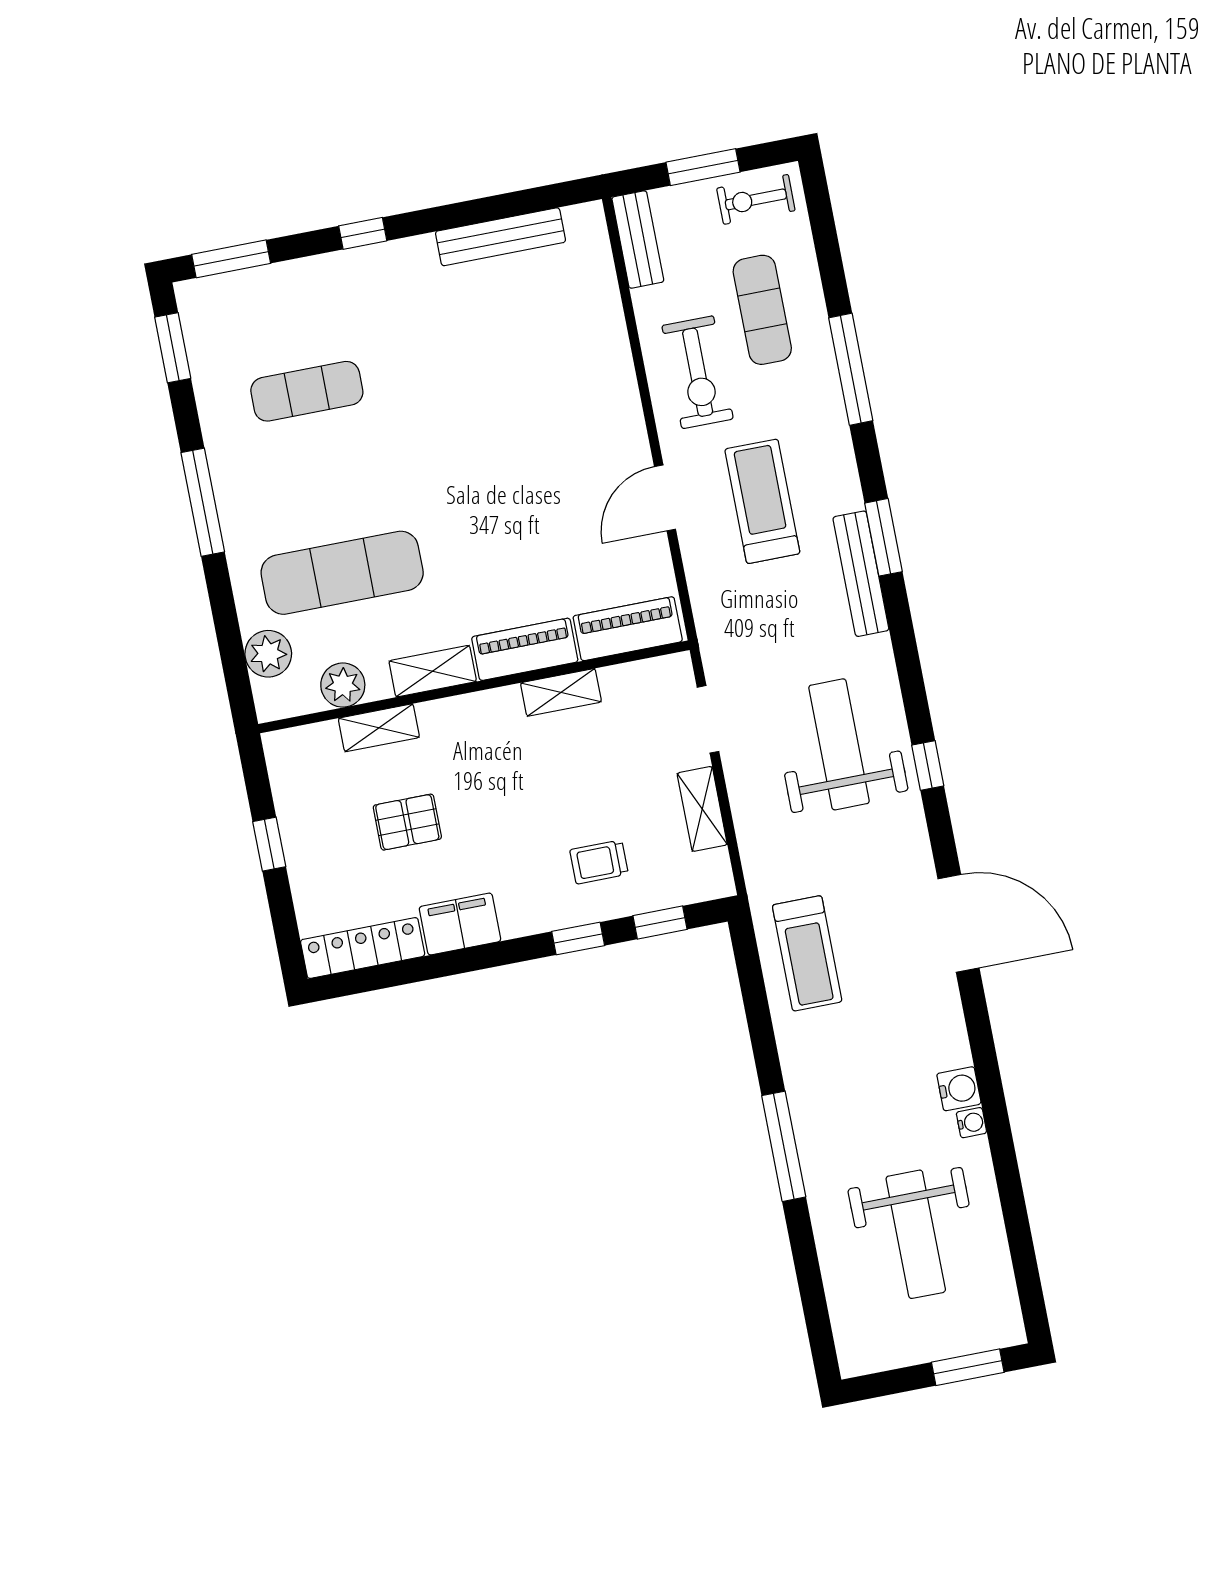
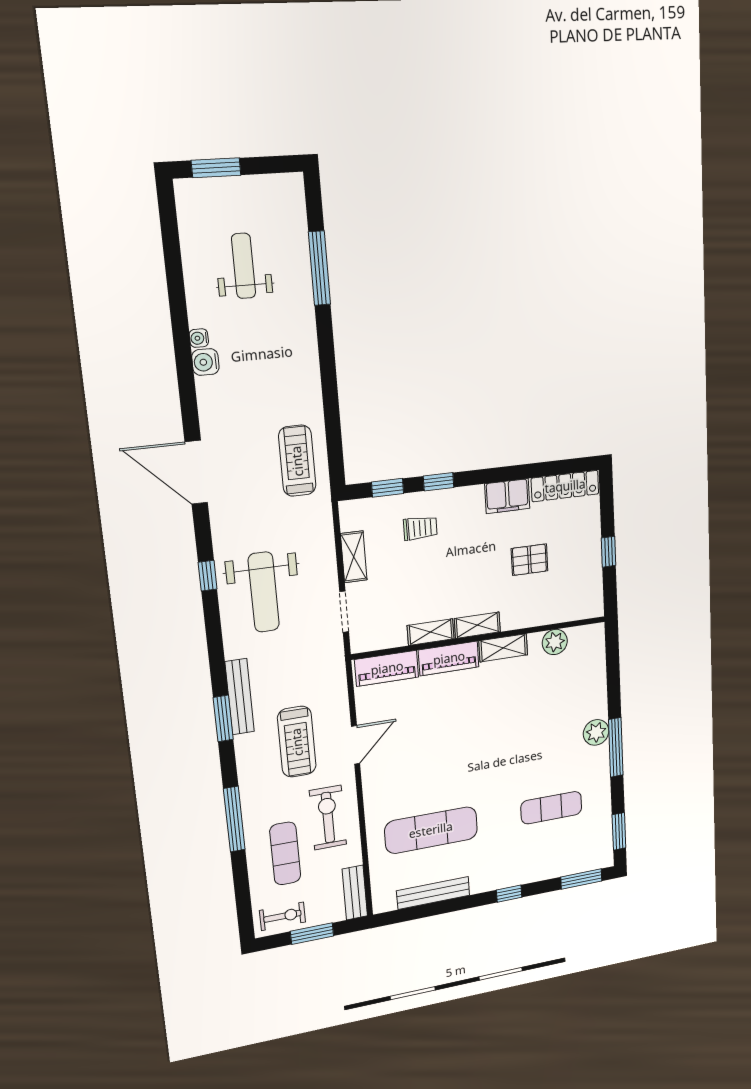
exercise mat: (342, 573) -> (431, 830), moved
plant: (268, 654) -> (596, 732), moved
shelving: (379, 728) -> (477, 625), moved
window: (784, 1146) -> (319, 268), moved
weight bench: (916, 1234) -> (244, 266), width x0.73, depth x0.75

